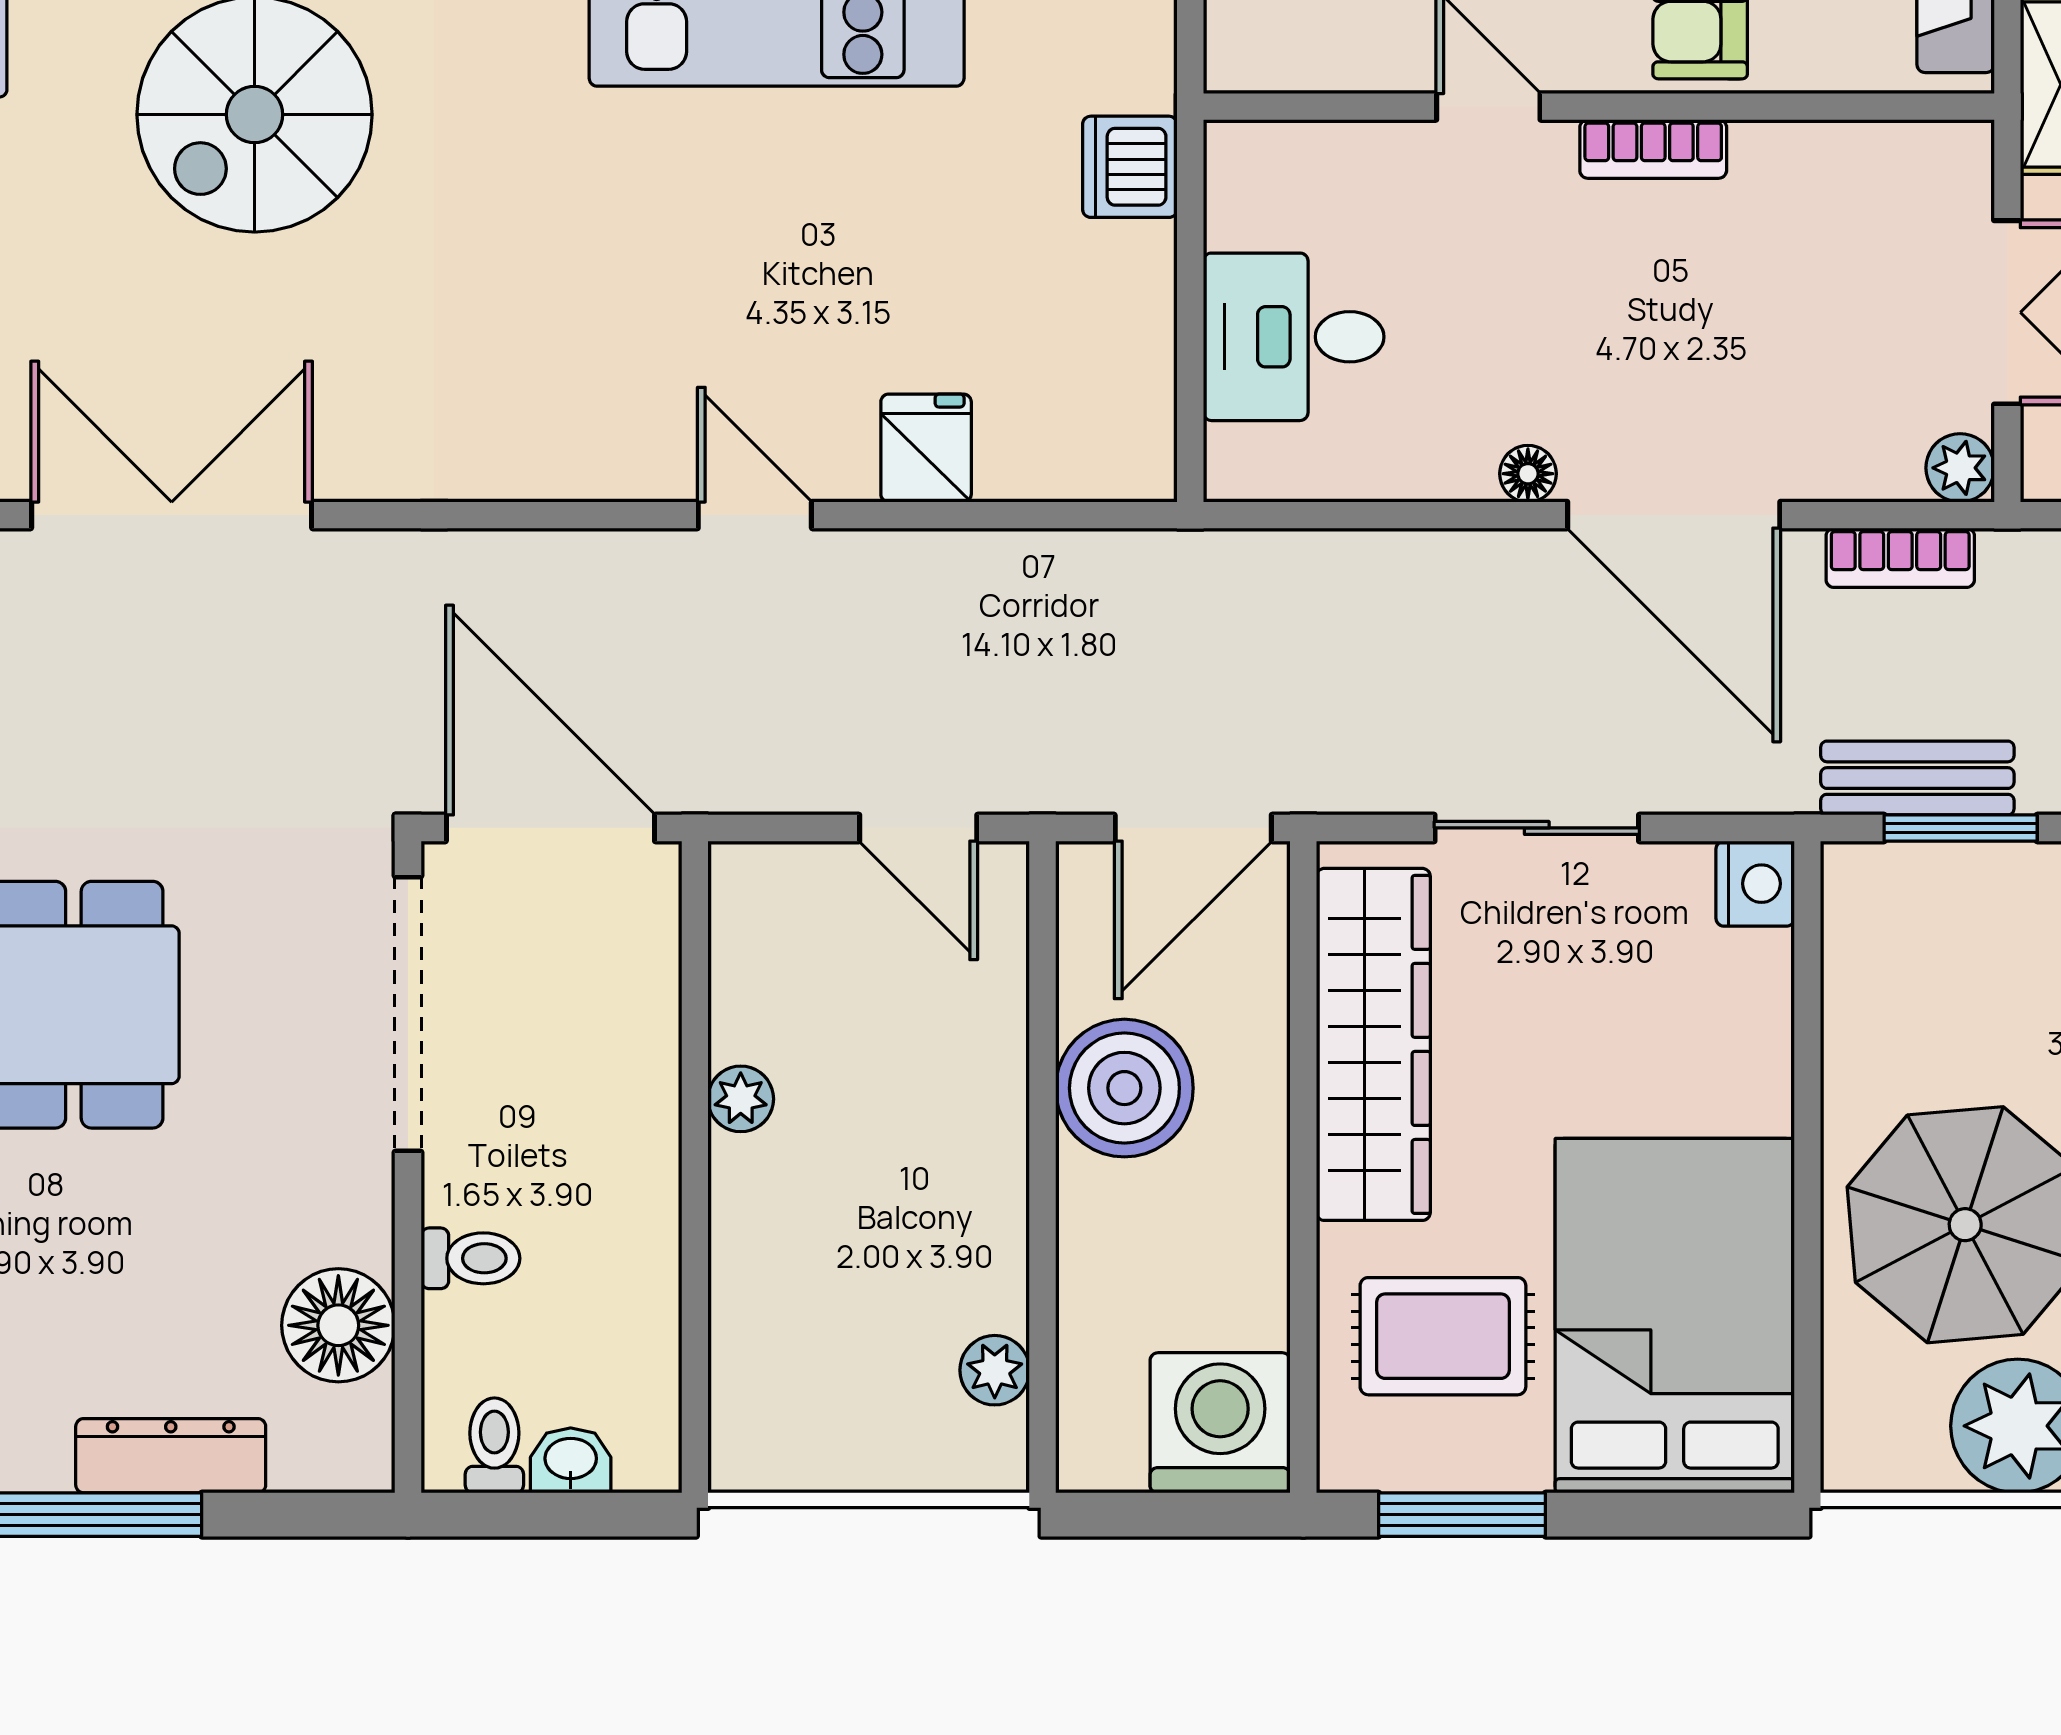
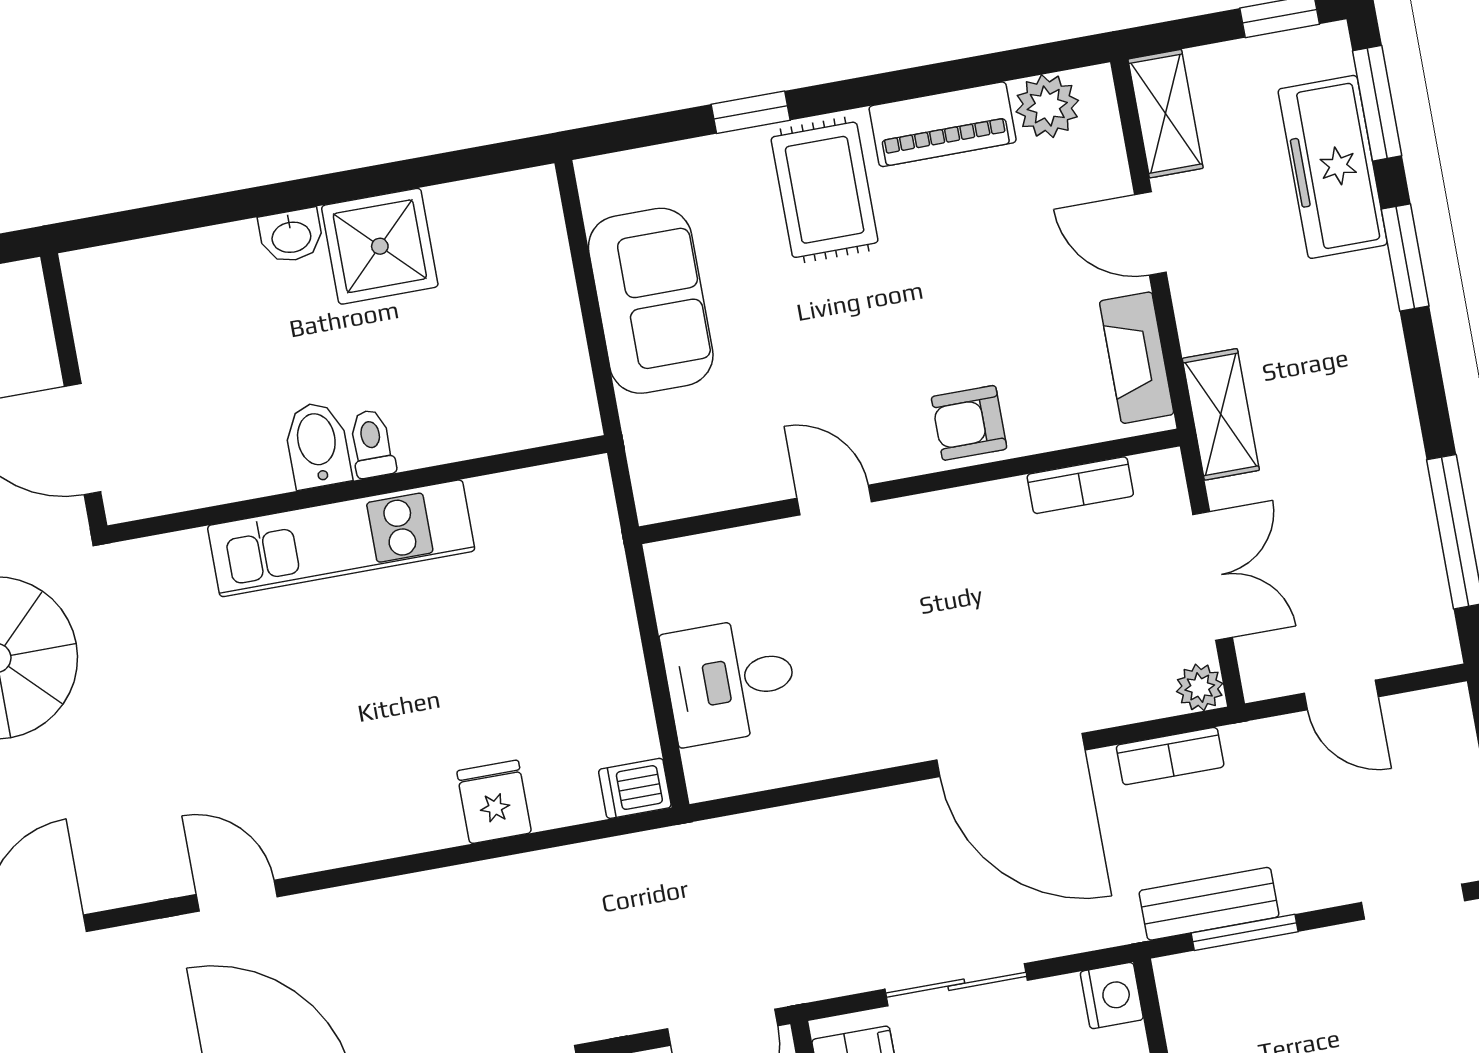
bookcase: (1653, 149) -> (1080, 485), moved
dishwasher: (1130, 167) -> (635, 788), moved, width x0.73
floor lamp: (1528, 474) -> (907, 745), removed
door: (755, 515) -> (237, 896), moved

